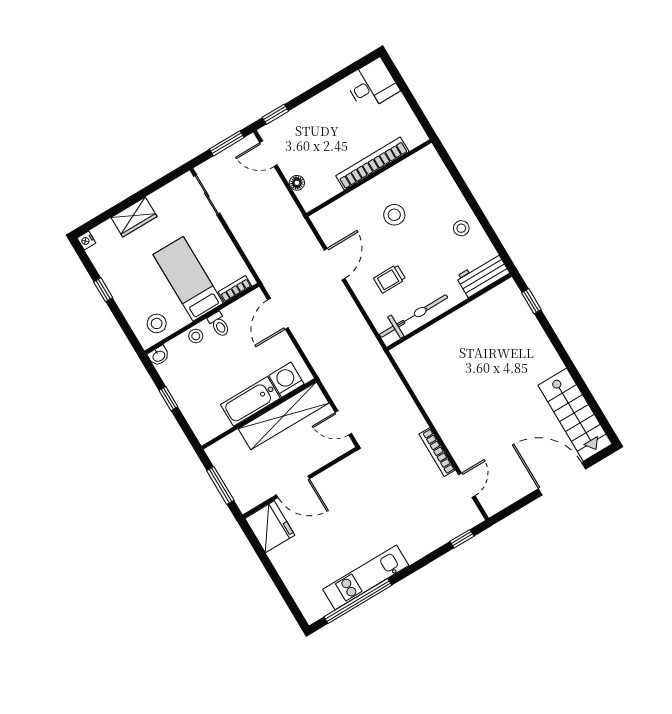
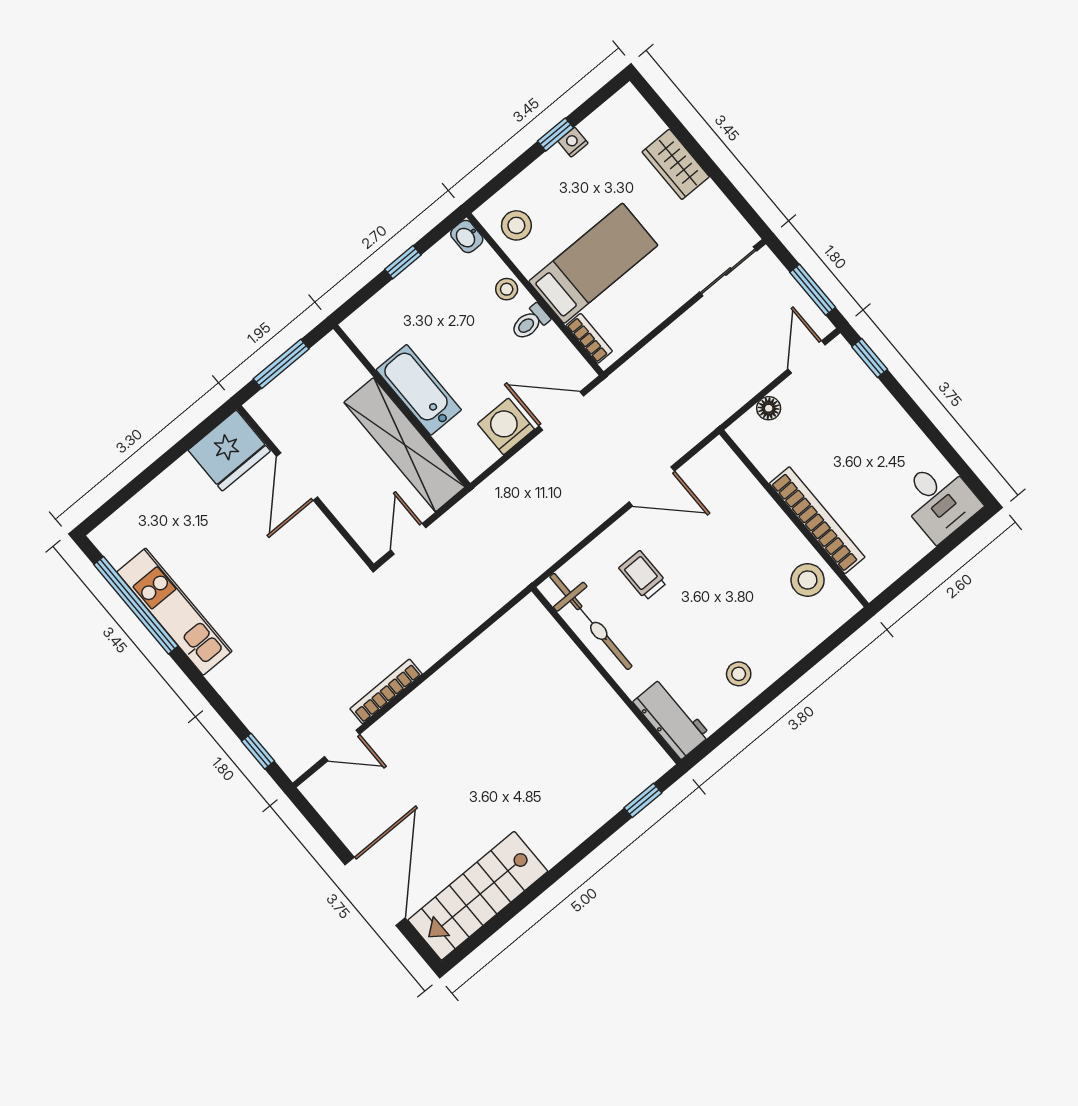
stool: (394, 215) -> (808, 580), moved
nightstand: (86, 240) -> (573, 142), moved
washing machine: (286, 380) -> (506, 426), moved, turned -90

